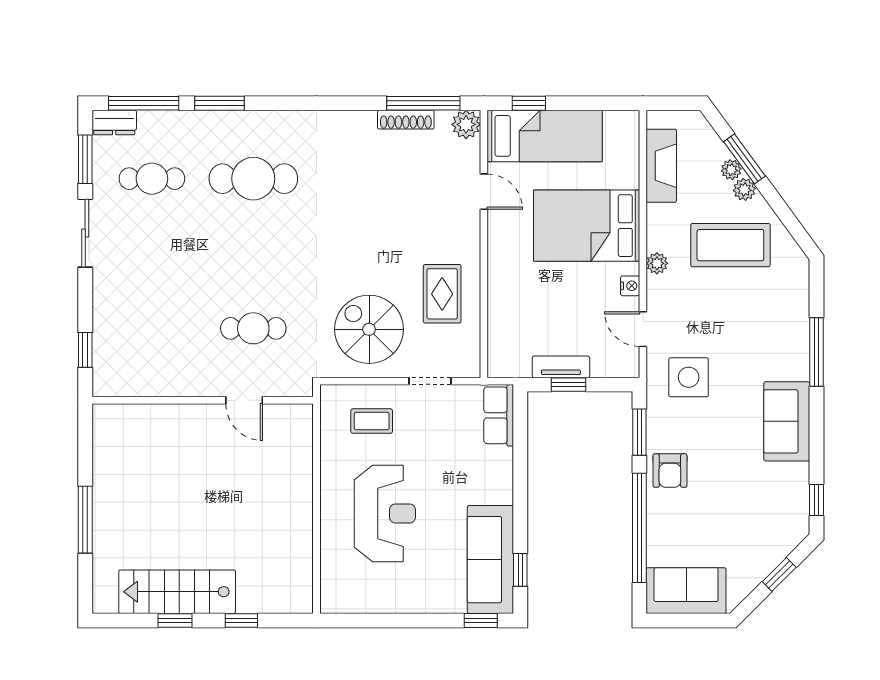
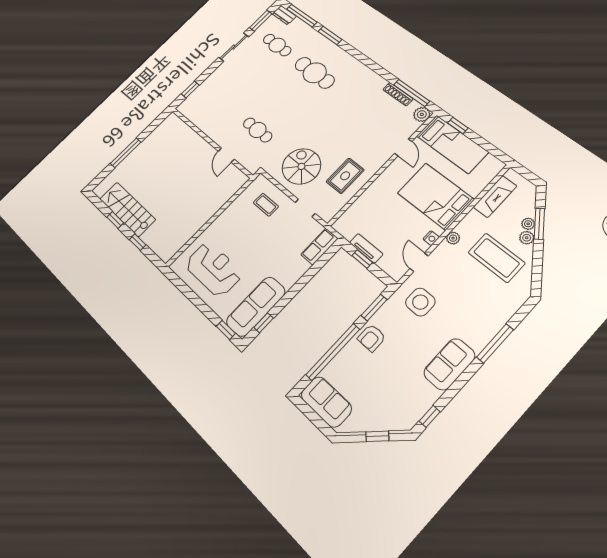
reception desk: (385, 513) -> (214, 269), moved, turned -90

